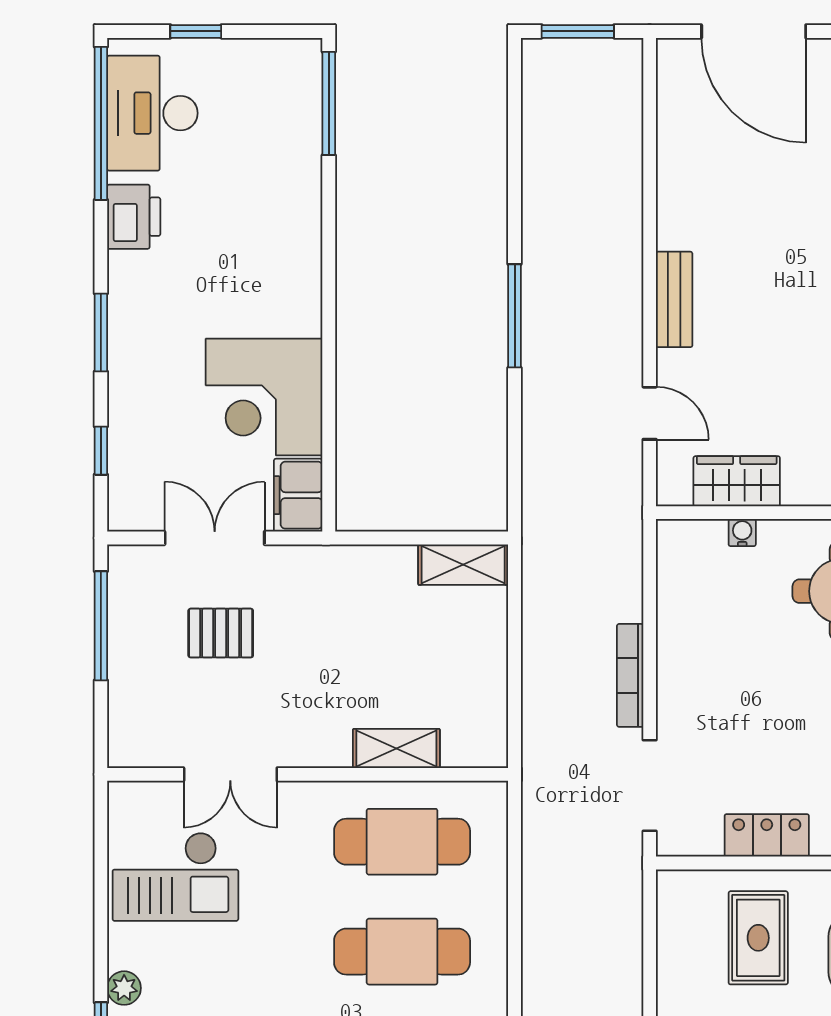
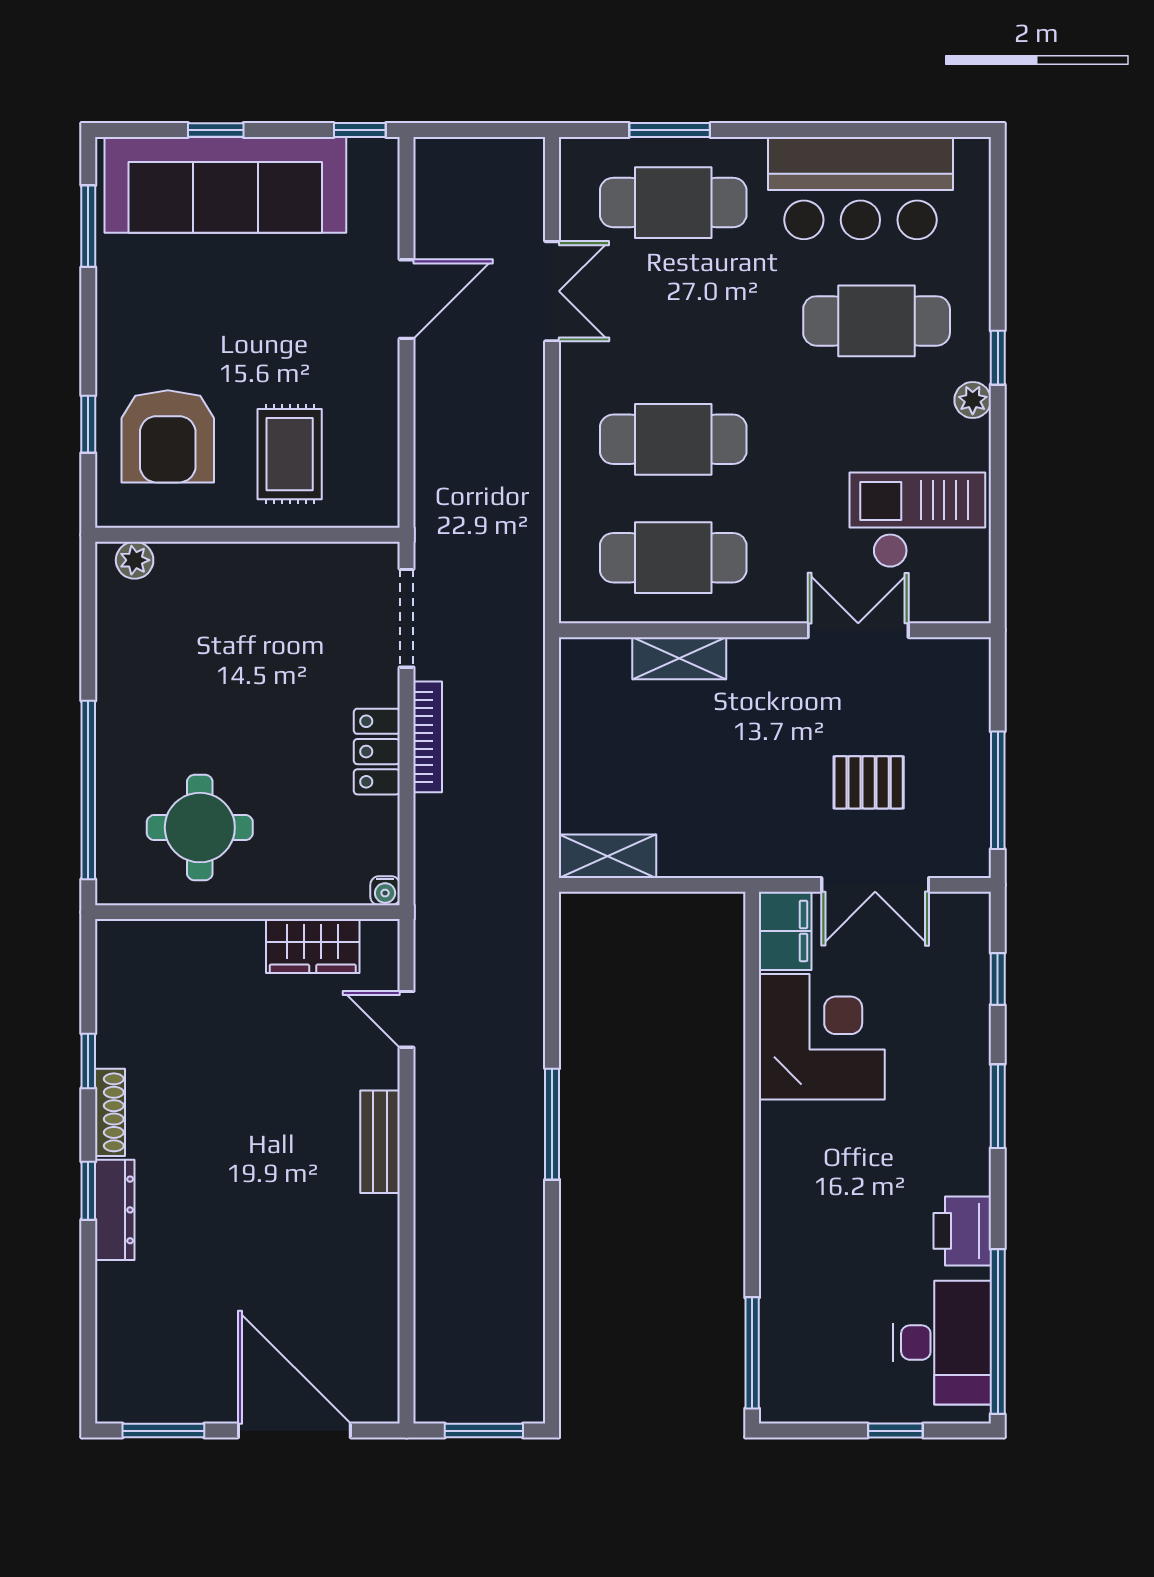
water cooler: (742, 533) -> (385, 891), moved
locker: (767, 835) -> (377, 752), moved, turned 90

